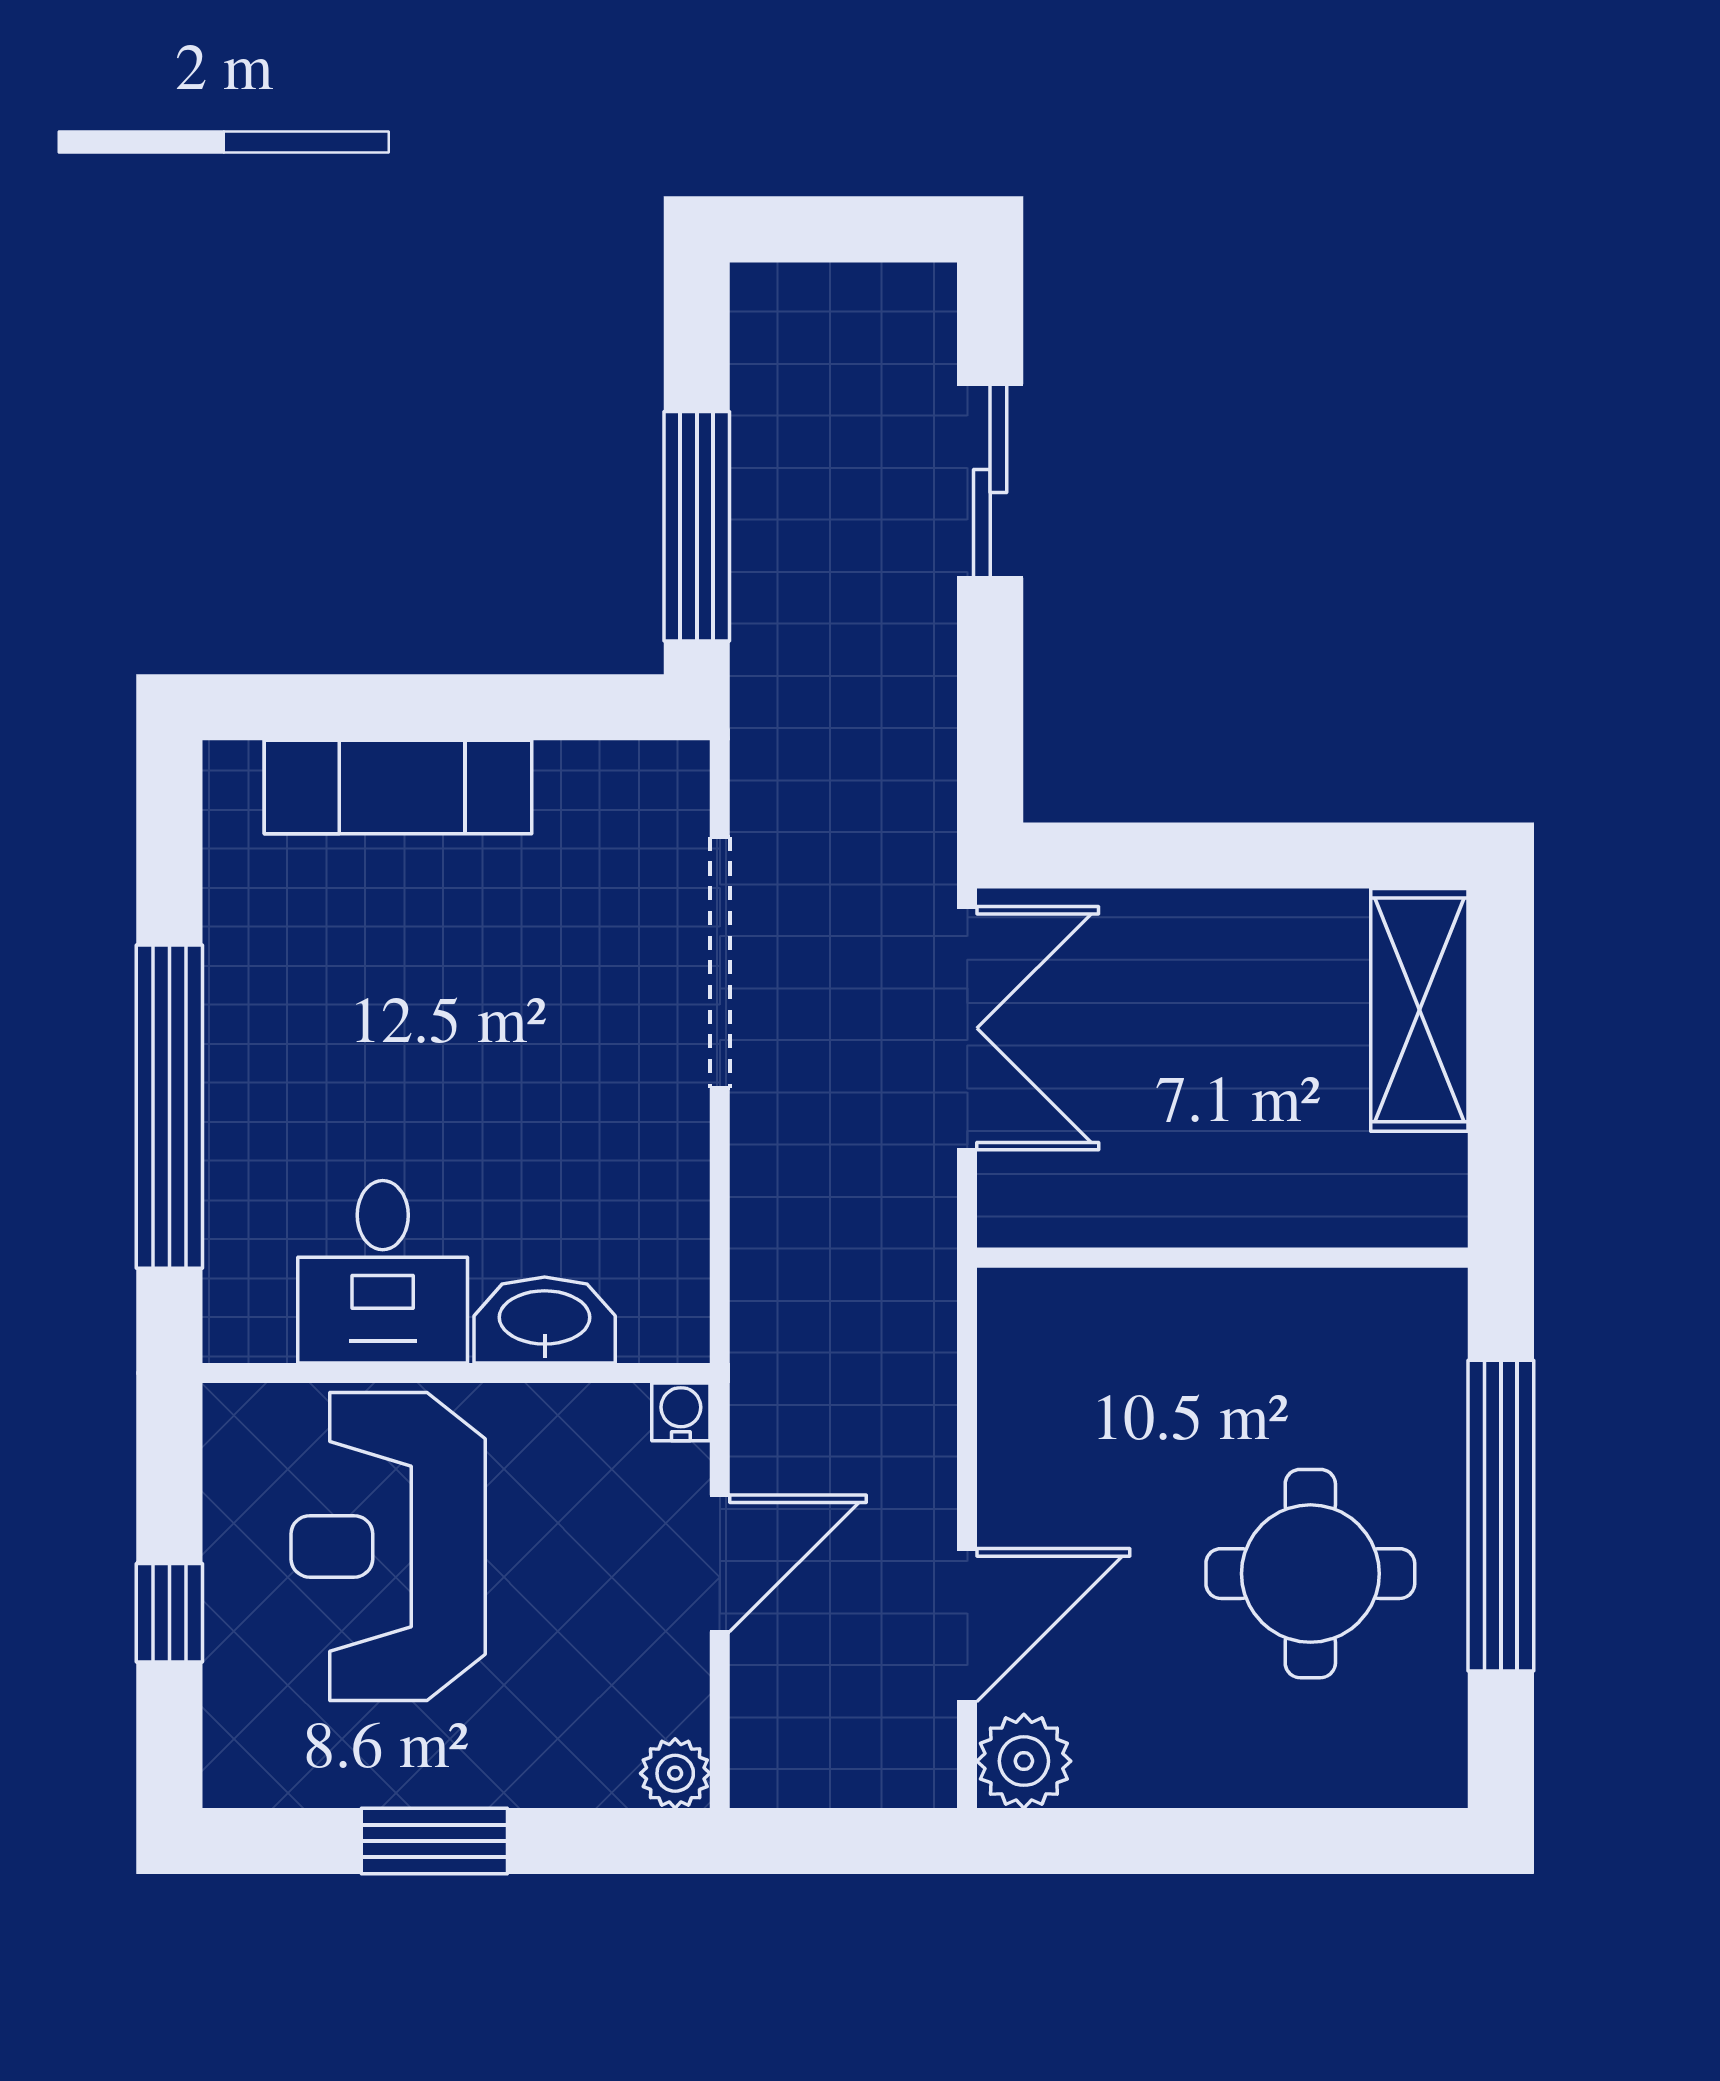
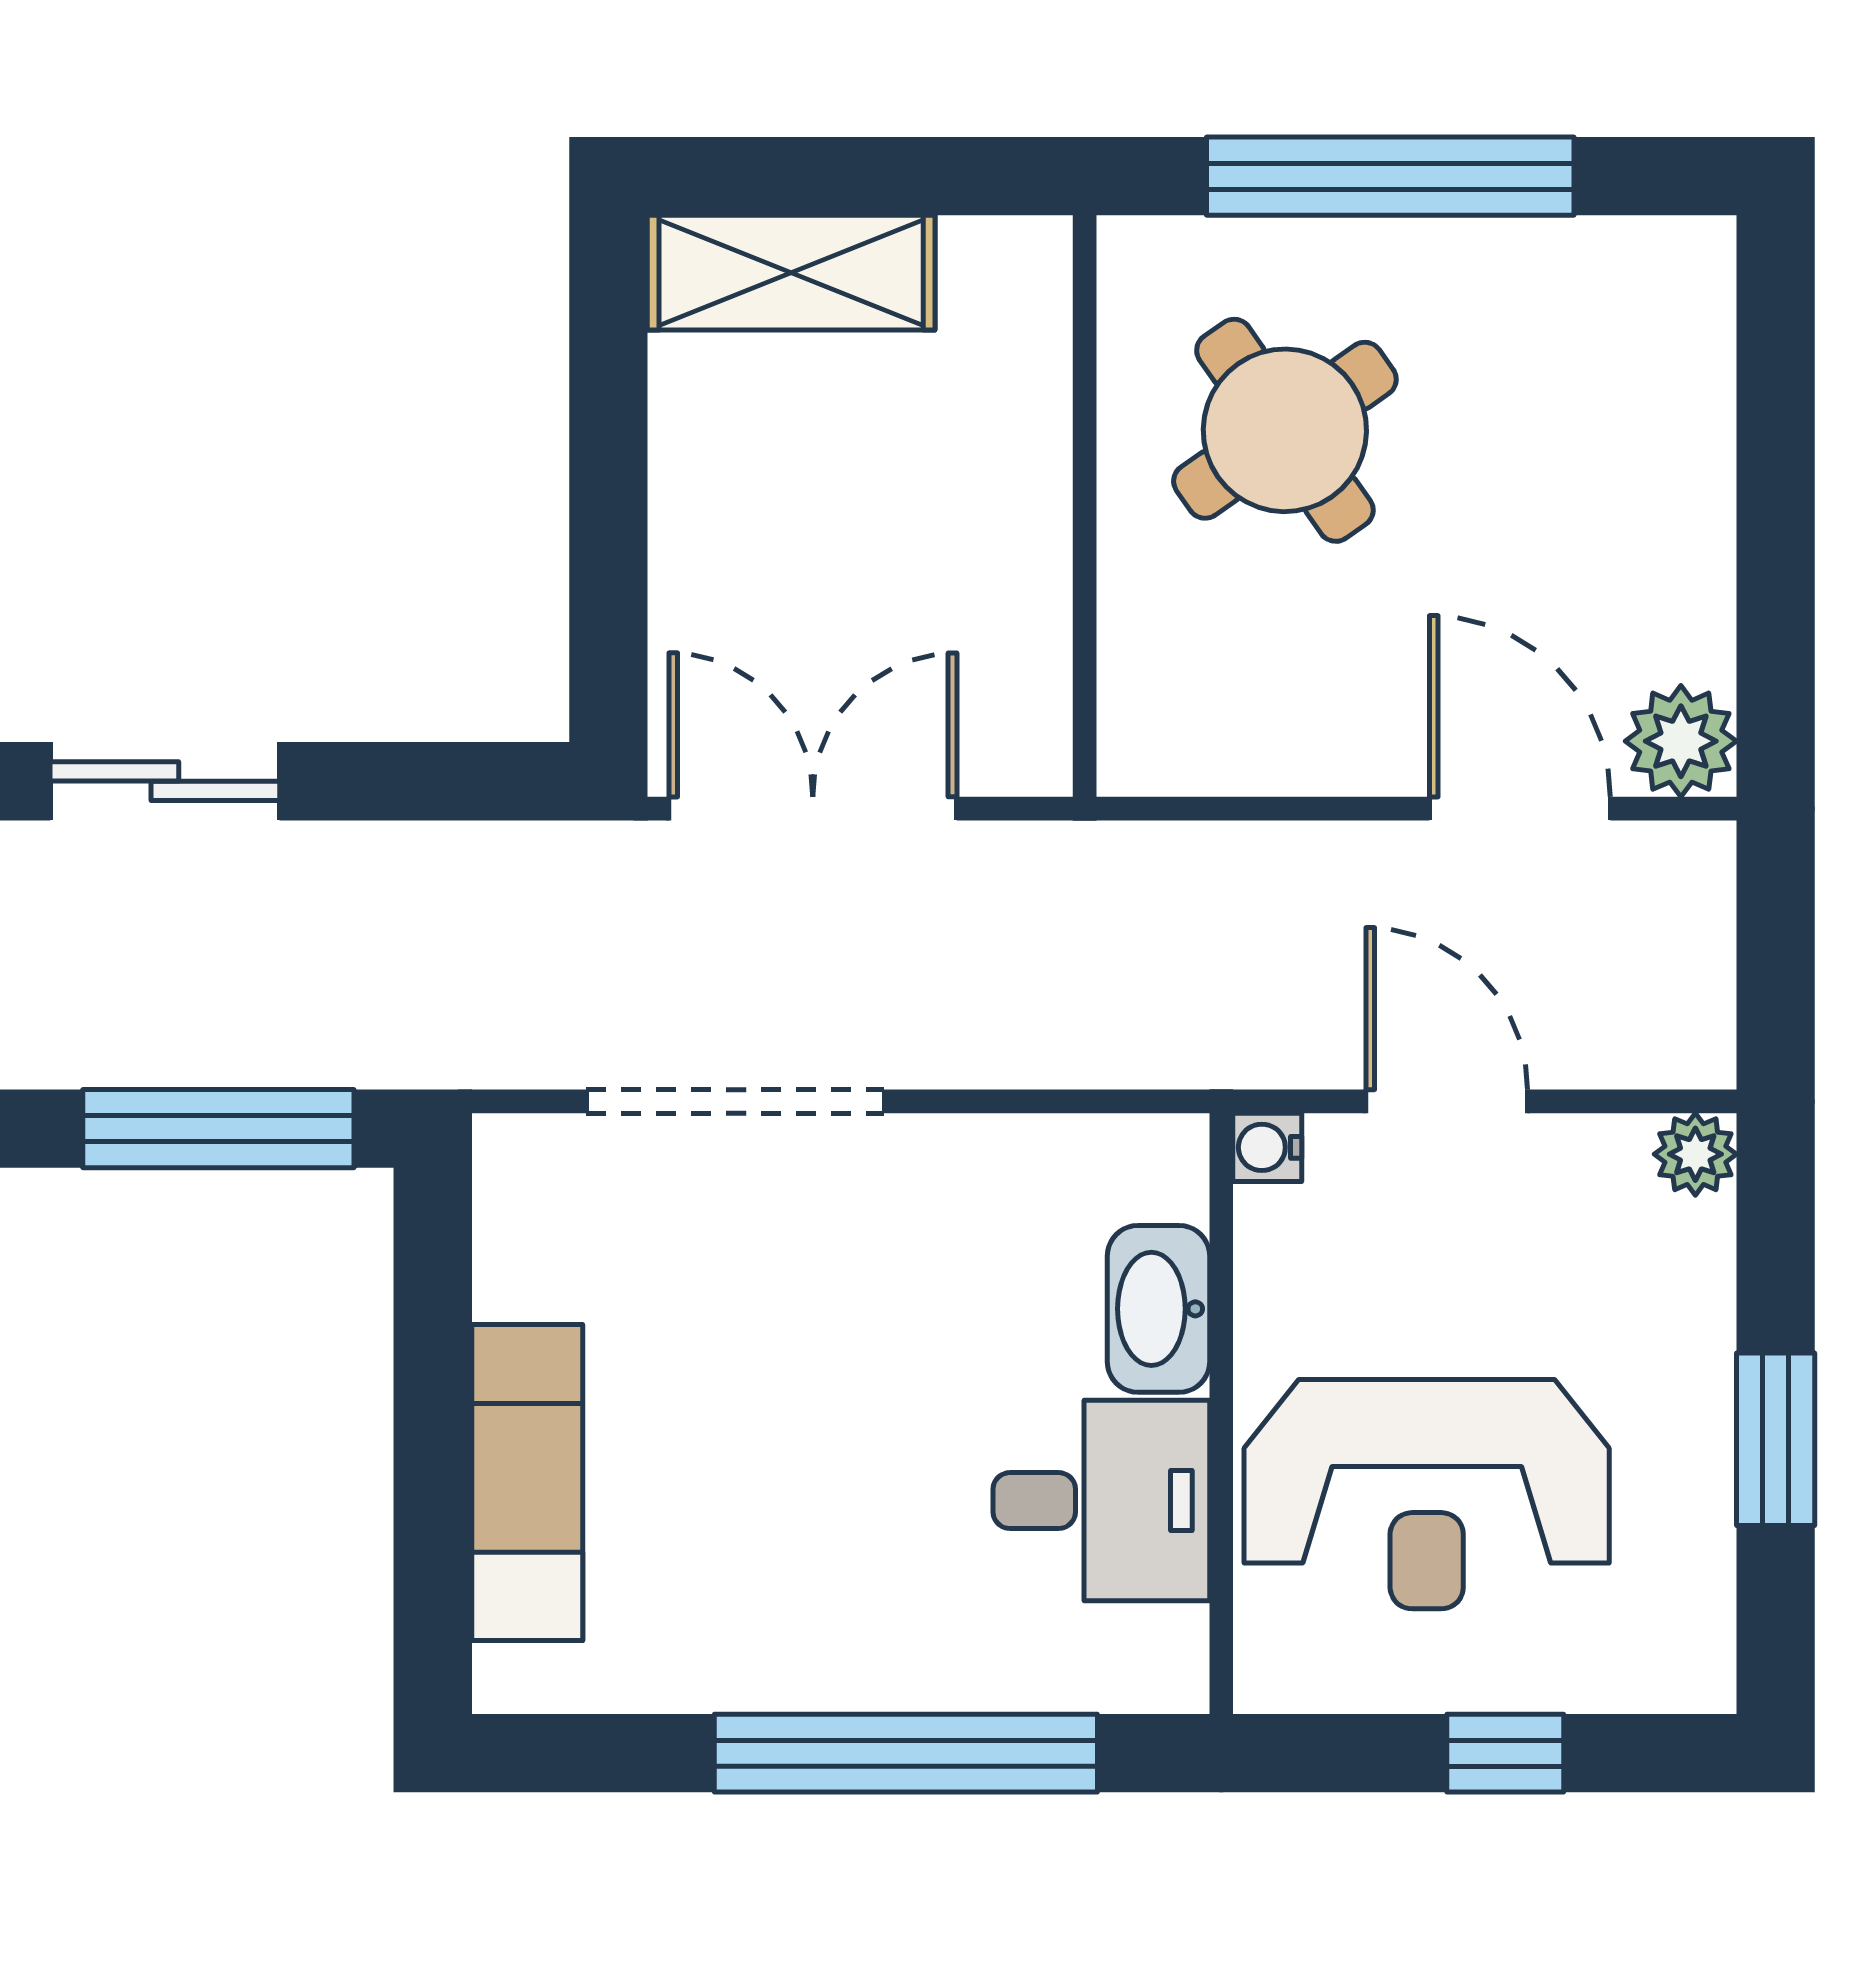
round table: (1310, 1574) -> (1285, 430), moved, turned -35

